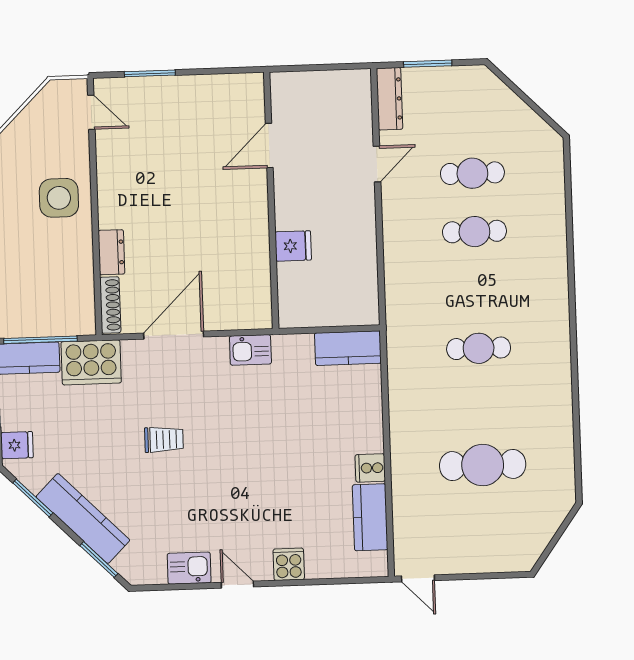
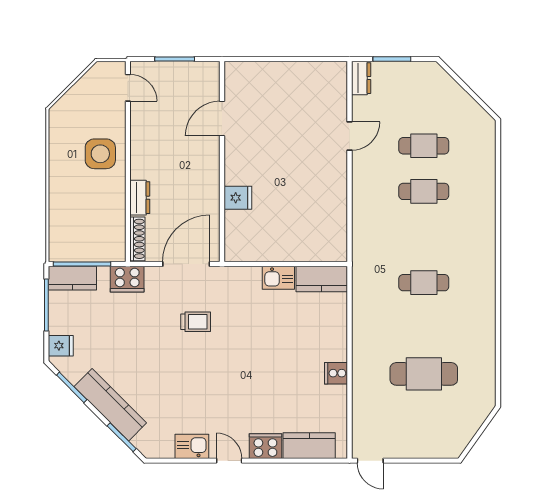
dresser: (390, 99) -> (361, 78), width x0.70
door: (269, 145) -> (222, 119), moved
wall: (271, 200) -> (222, 162), moved
fridge: (293, 246) -> (238, 198), moved
kitchen sink: (250, 350) -> (278, 278), moved
cooker: (91, 362) -> (127, 279), width x0.73, depth x0.76
trolley: (164, 440) -> (196, 322), moved
kitchen counter: (370, 517) -> (309, 446), moved, turned 90
cooker: (289, 564) -> (265, 446), width x1.36

